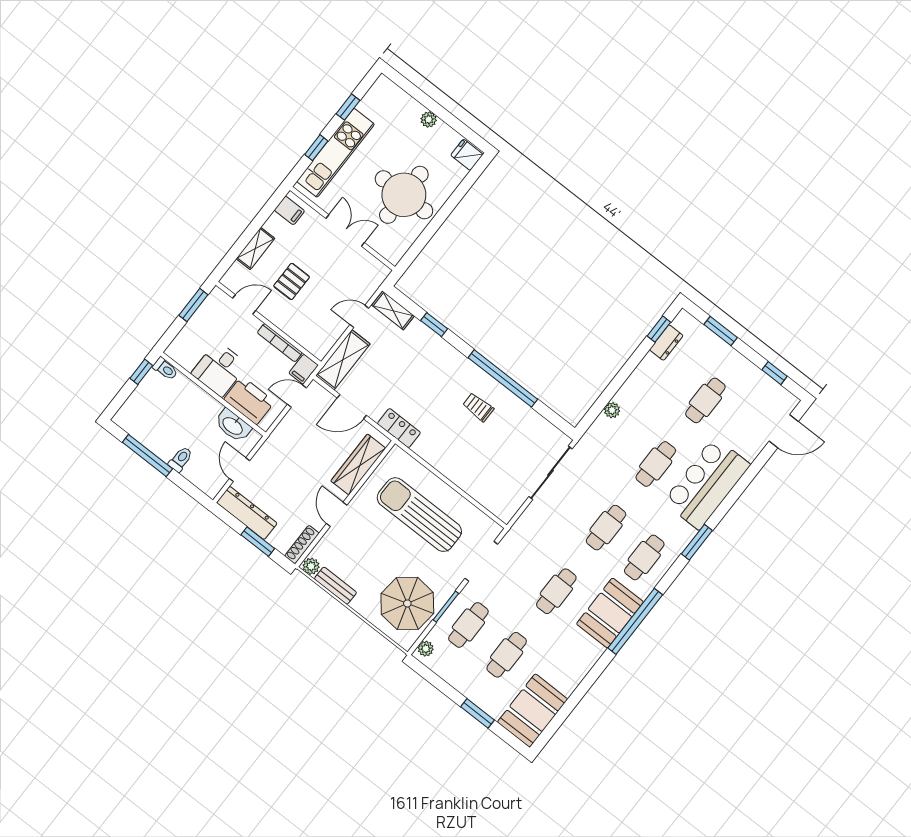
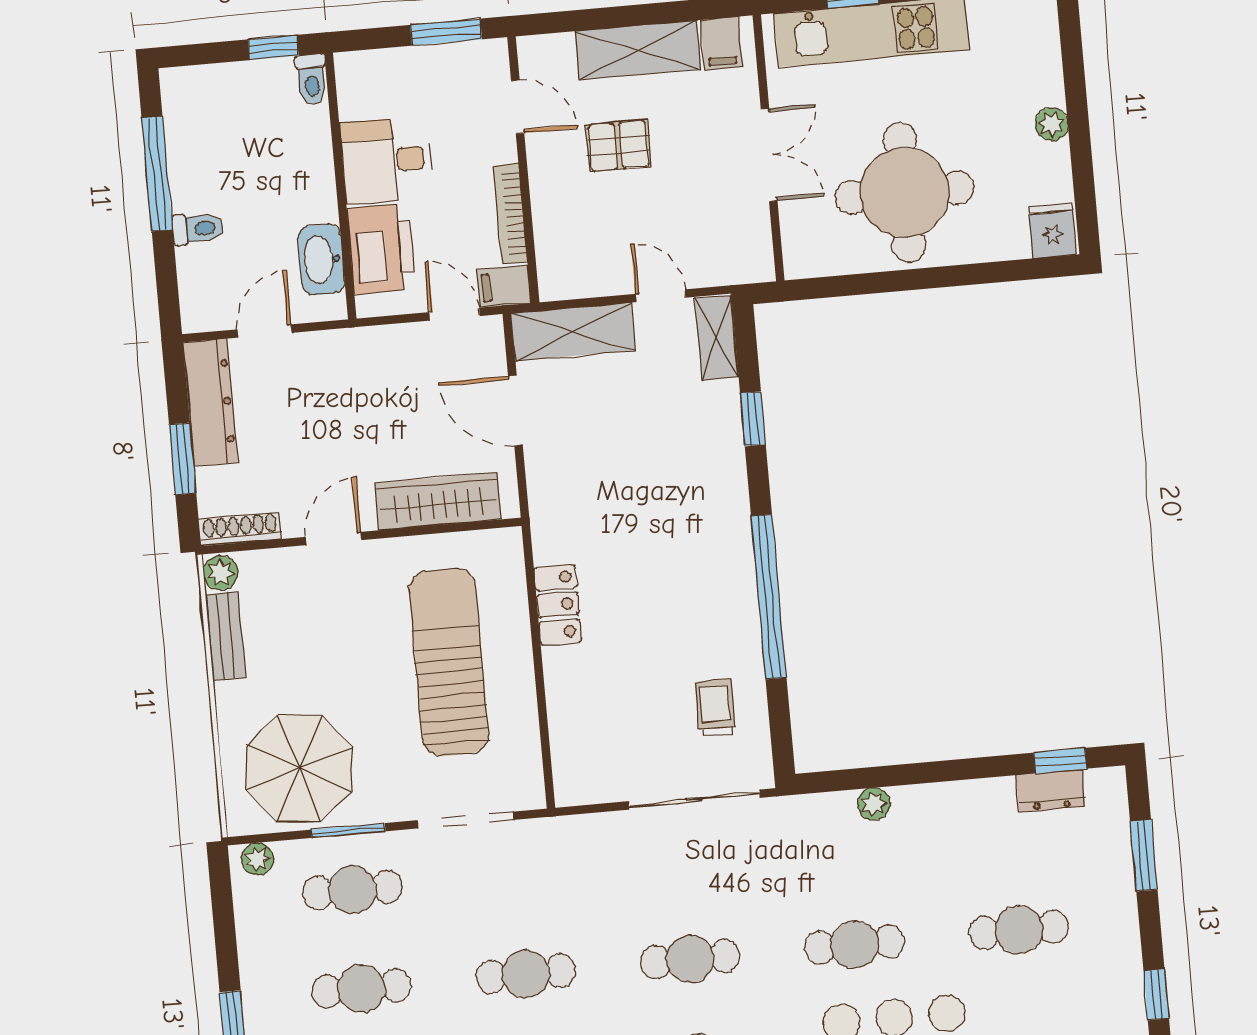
shelving: (255, 248) -> (638, 50), width x1.50, depth x1.33
trolley: (478, 407) -> (715, 708), moved
locker: (399, 428) -> (558, 605), moved

